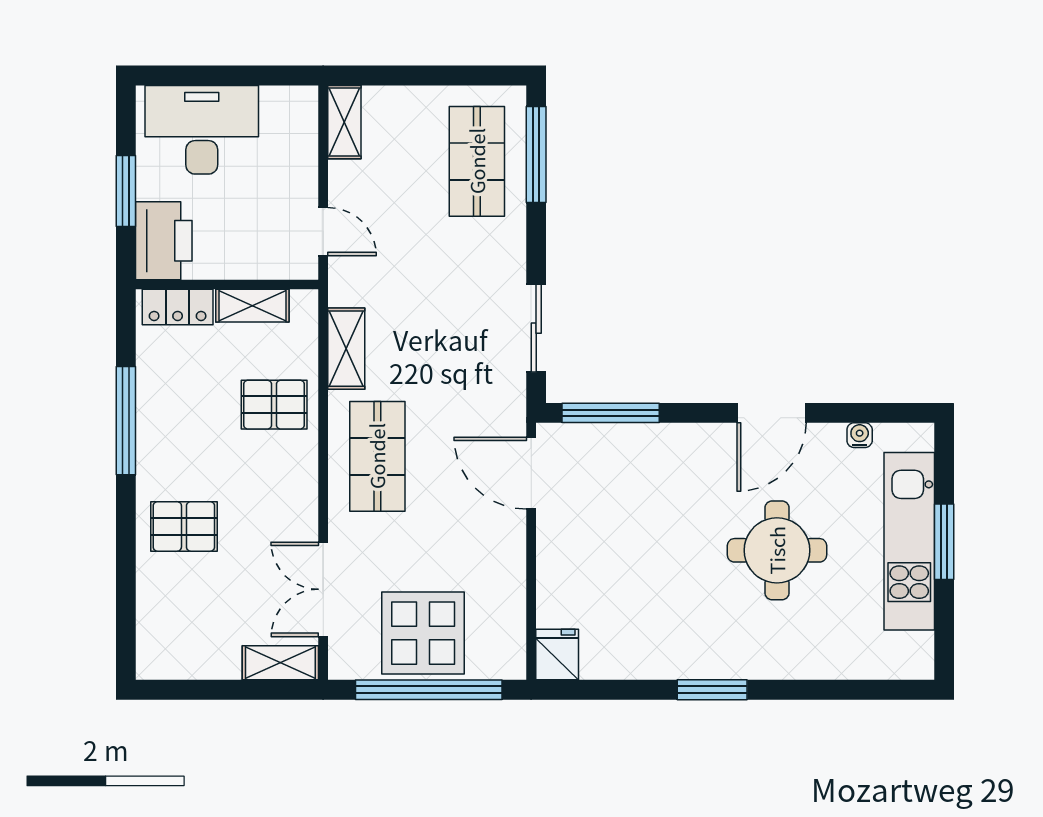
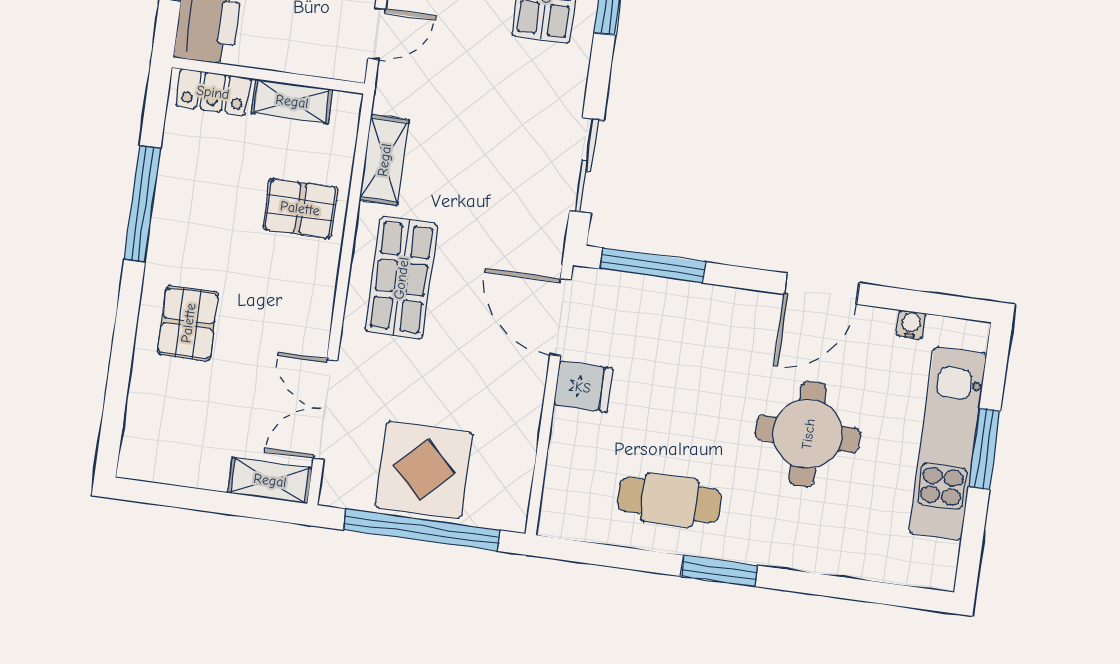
door: (323, 232) -> (377, 34), hinge flipped
pallet: (184, 526) -> (188, 323), turned 90
cafe table: (656, 630) -> (669, 500), added
fridge: (557, 655) -> (583, 387), moved, turned 90

